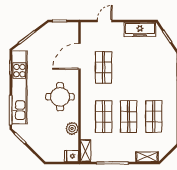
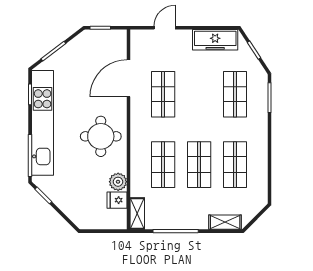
shop shelf: (154, 67) -> (235, 94), added
fridge: (71, 156) -> (117, 200), moved

